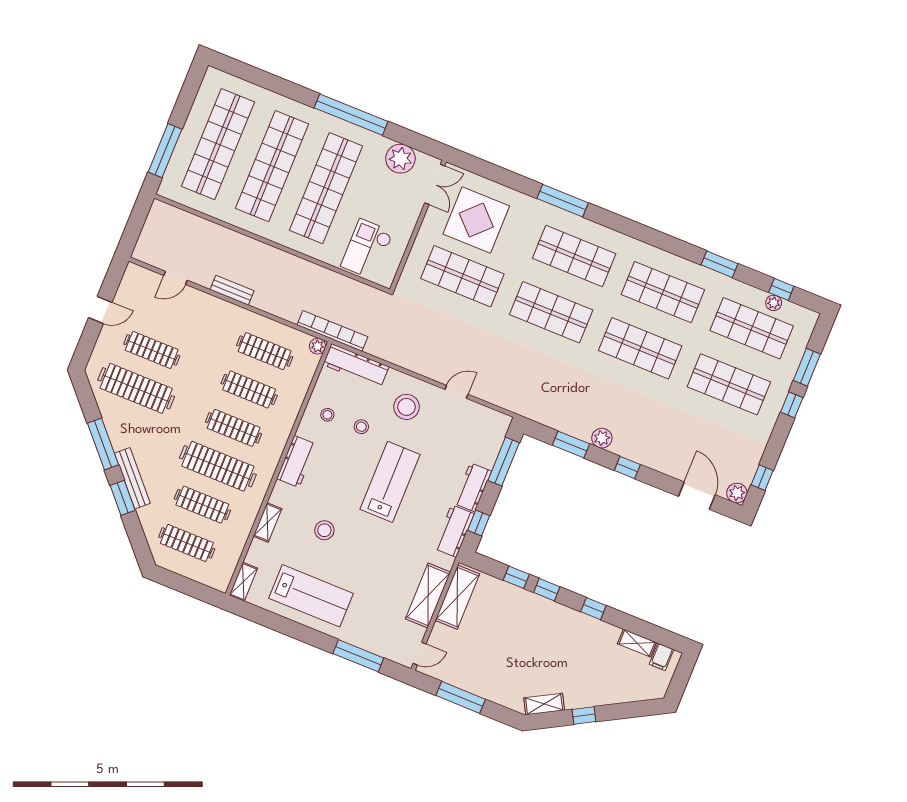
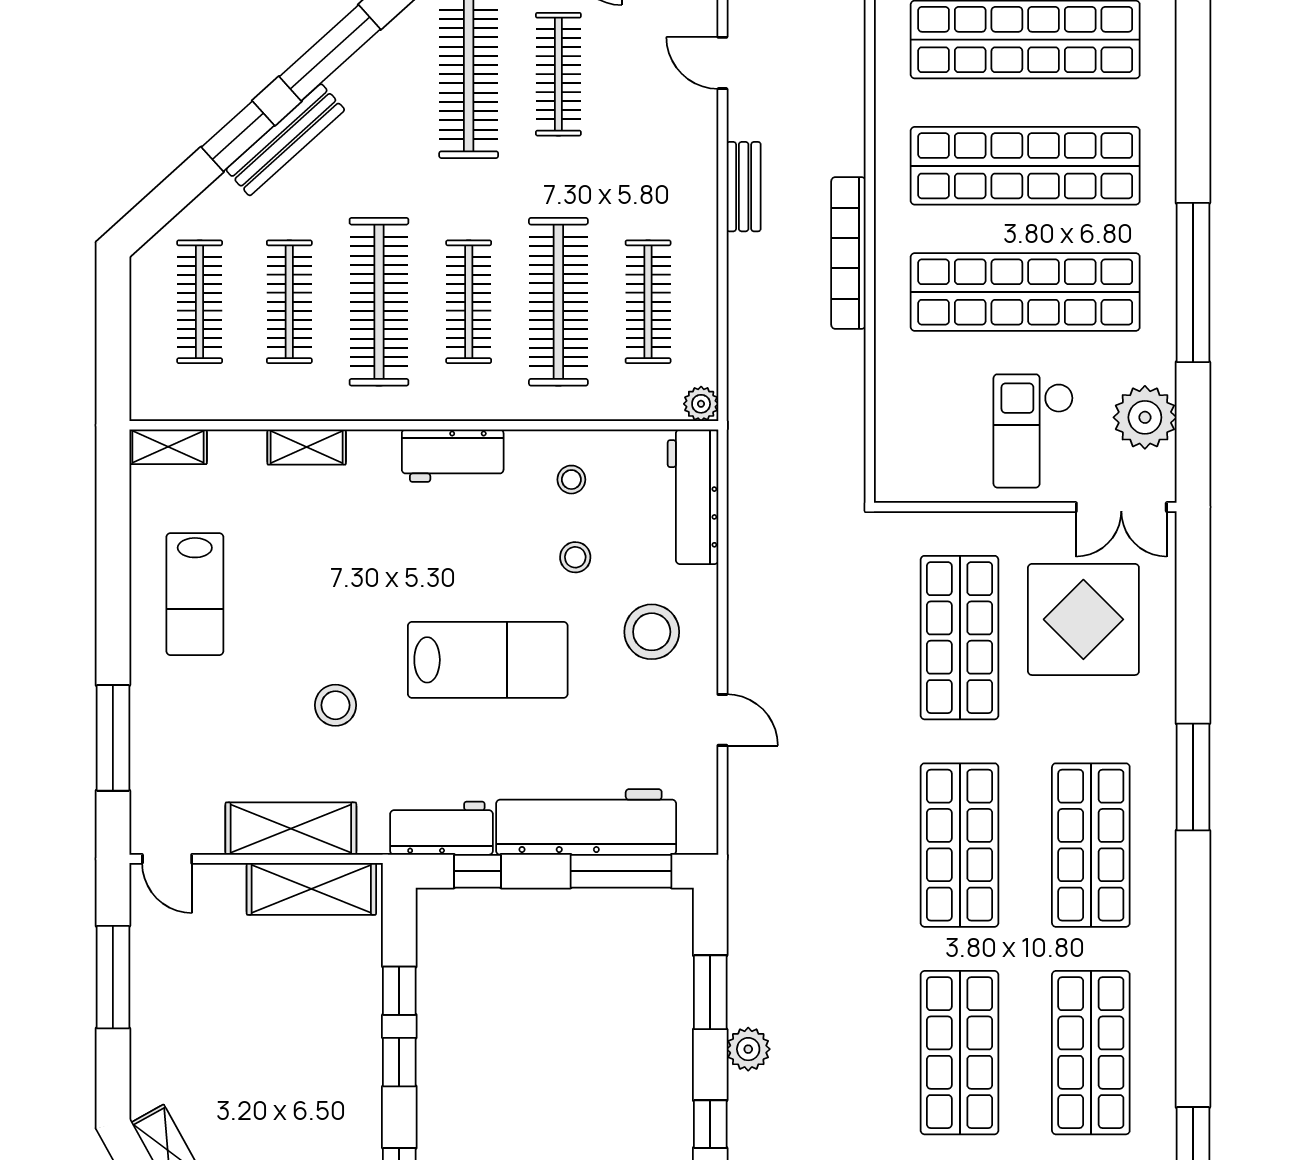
checkout: (367, 249) -> (1033, 431), moved, turned -90
bookcase: (332, 331) -> (848, 253), moved, turned 180
clothes rail: (249, 389) -> (558, 302), width x1.37, depth x1.31
workbench: (473, 487) -> (586, 822), width x1.88, depth x1.32
stool: (324, 530) -> (335, 705), moved
lab bench: (311, 596) -> (195, 594), width x0.73, depth x0.72

